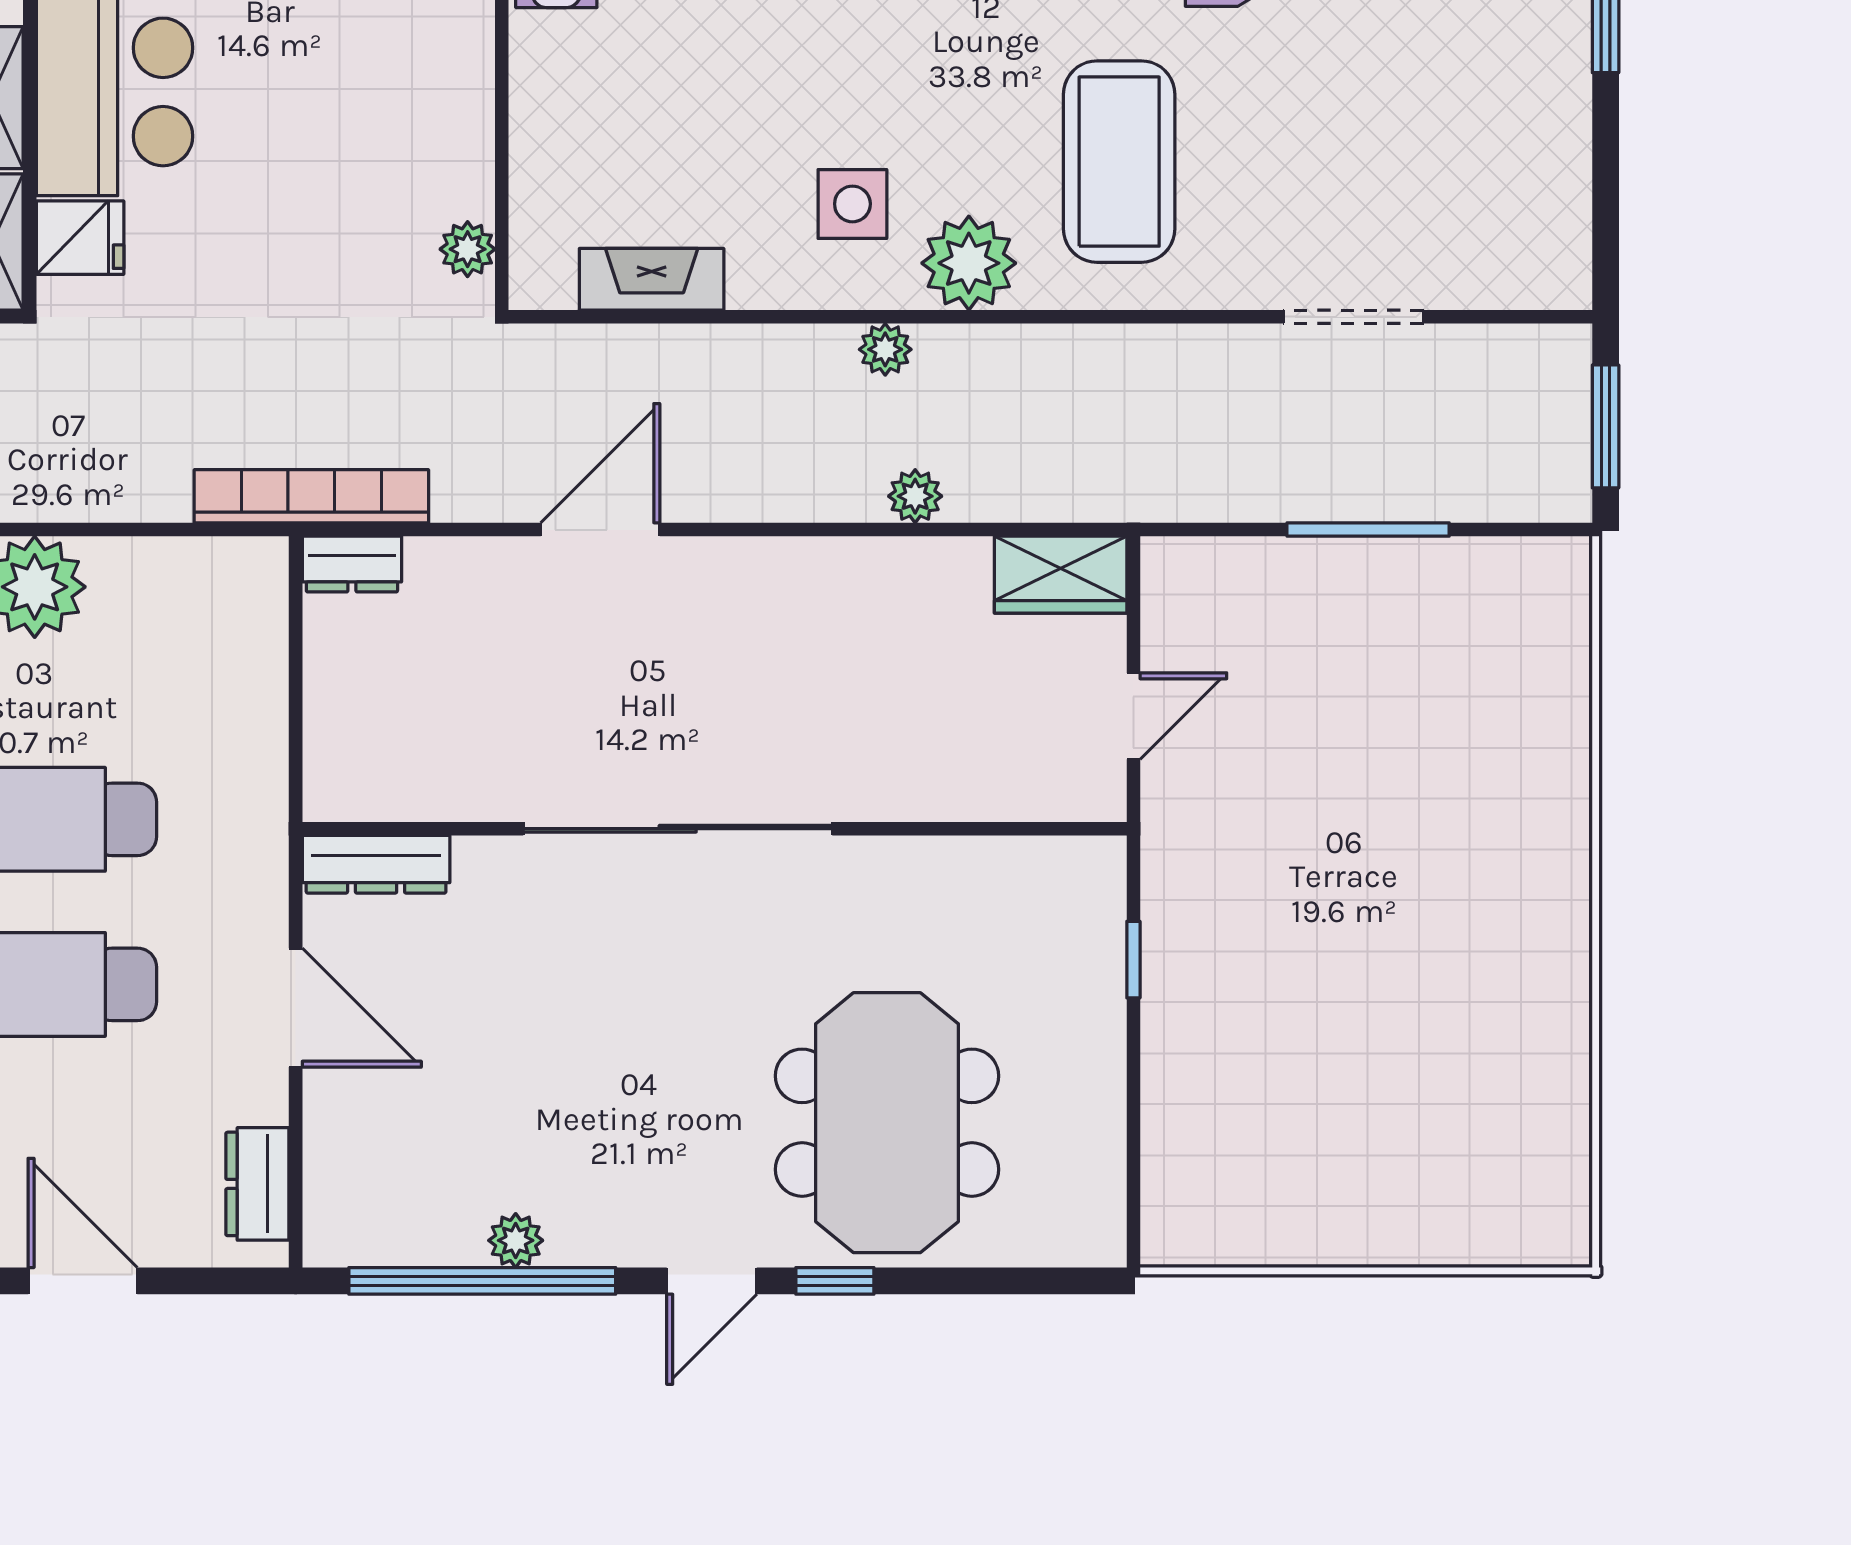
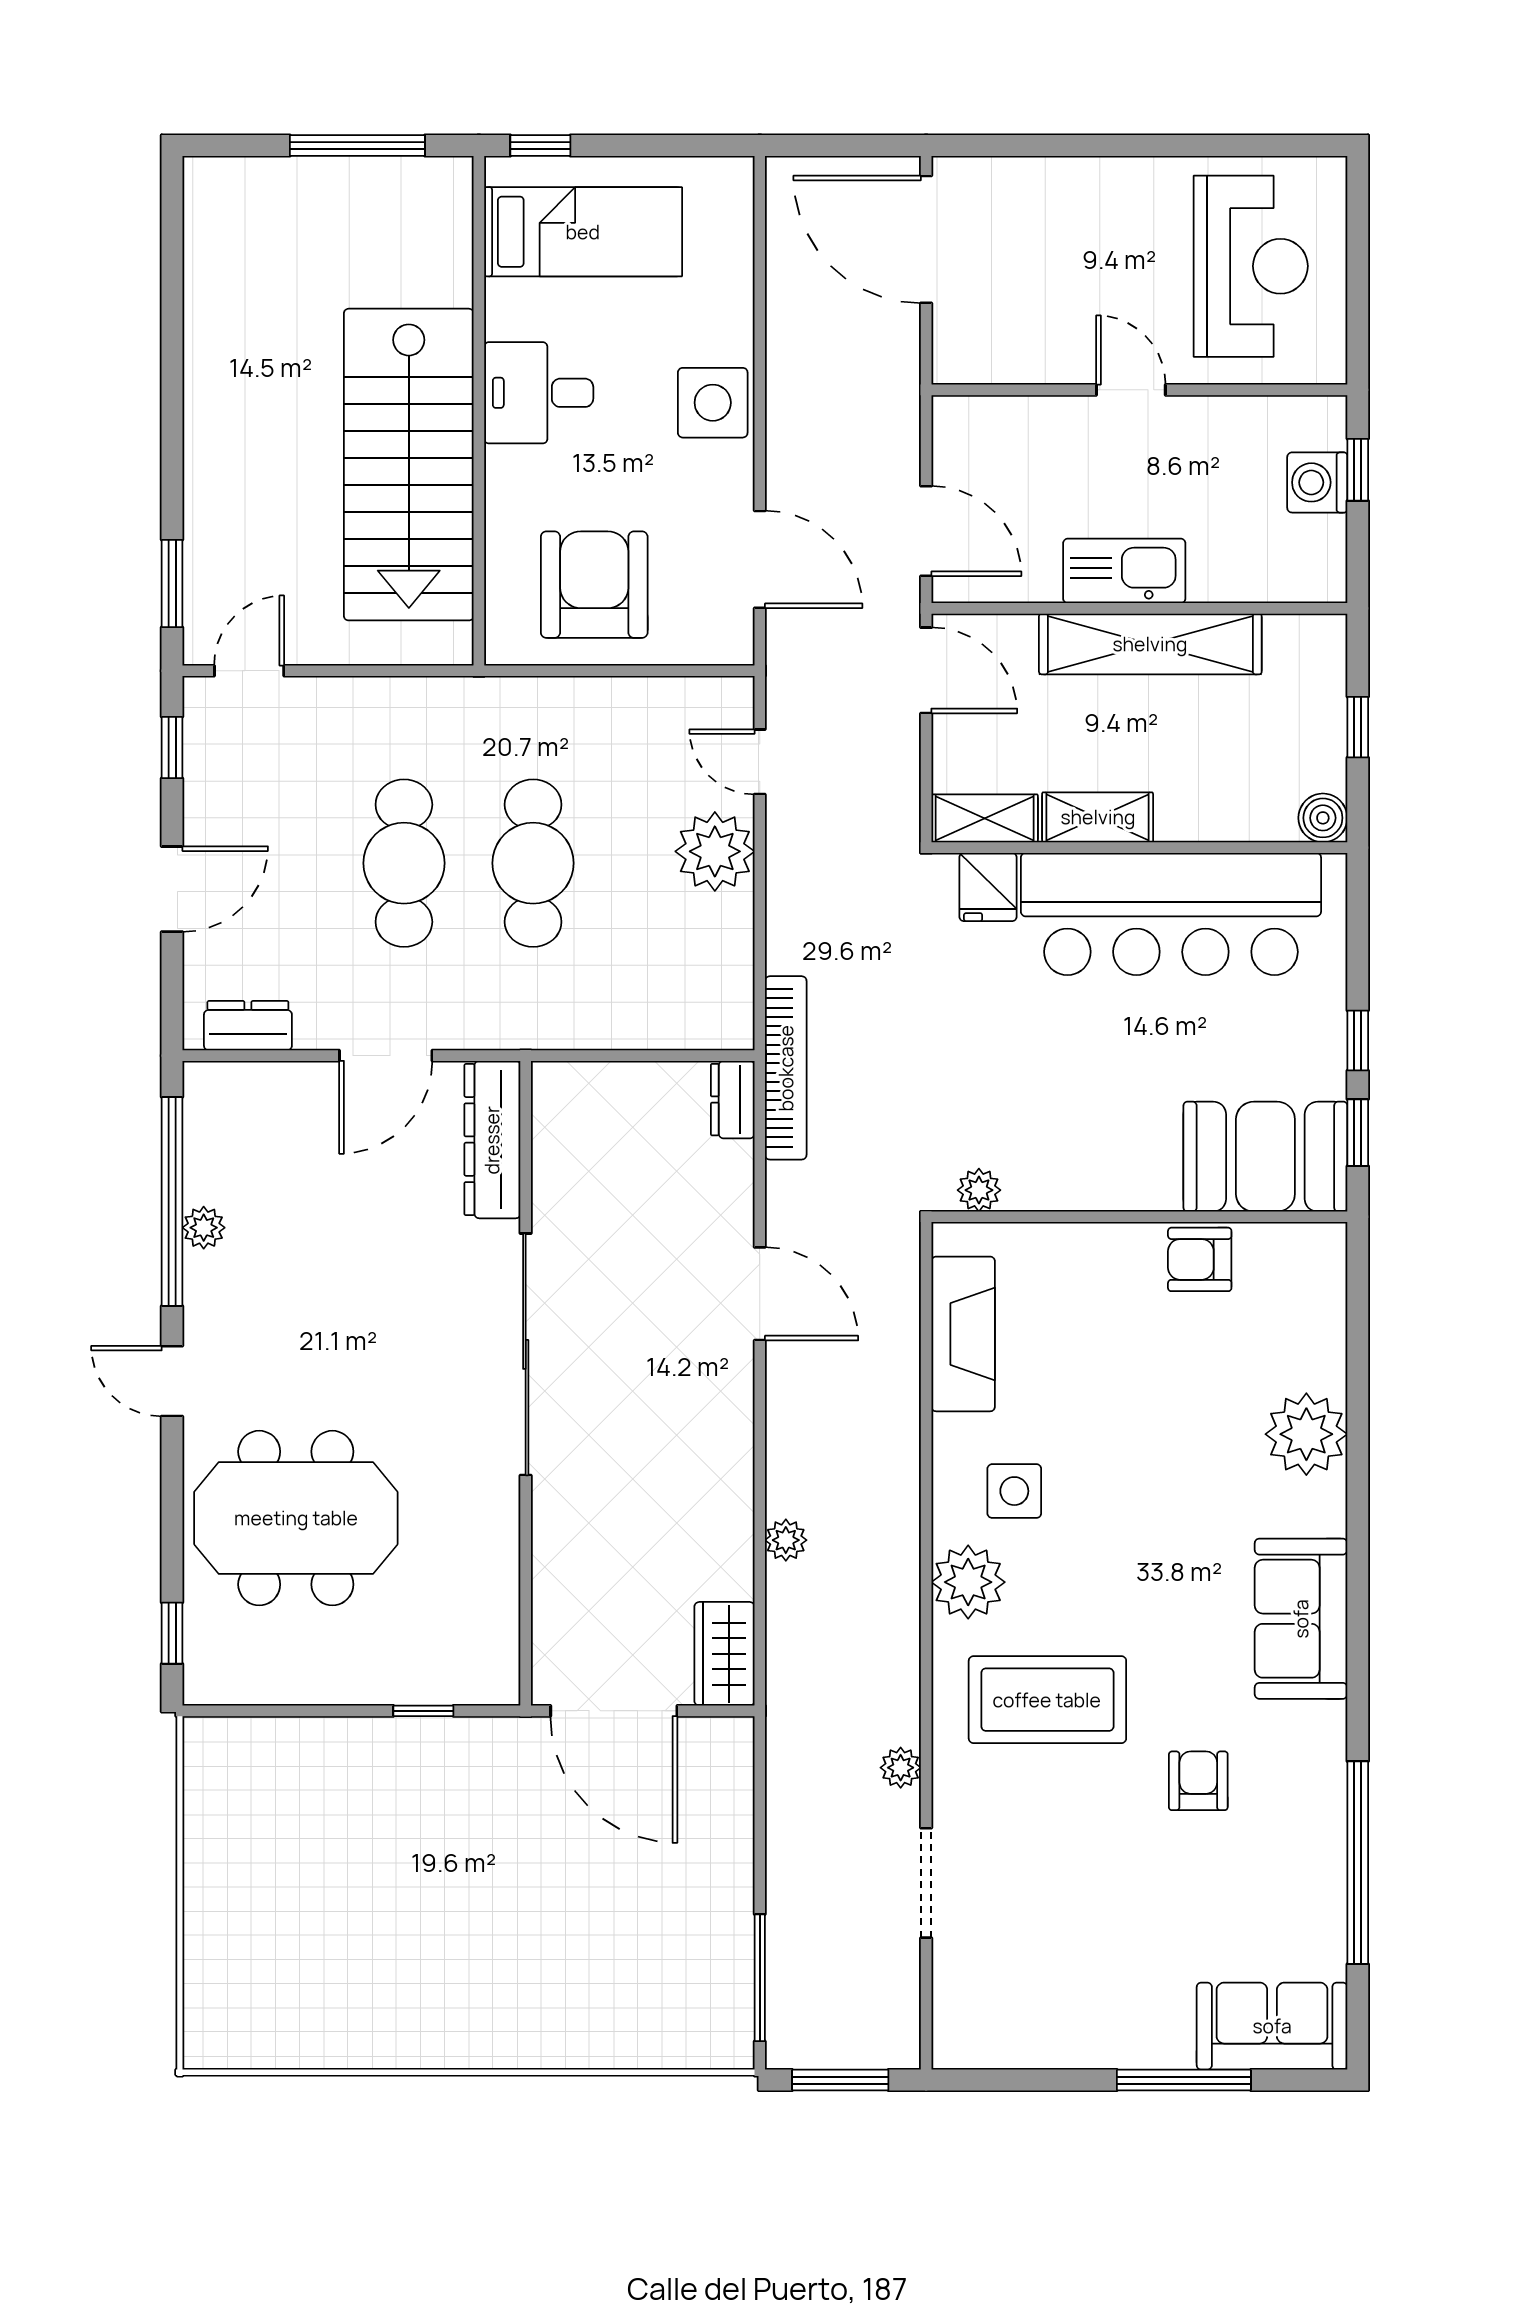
fireplace: (652, 279) -> (963, 1334), width x1.37, depth x1.32
plant: (885, 349) -> (901, 1768), moved
window: (1368, 530) -> (760, 1978), moved
door: (1133, 716) -> (614, 1711), width x1.87
dresser: (376, 864) -> (492, 1140), width x1.37, depth x1.24
window: (835, 1281) -> (172, 1633), moved

